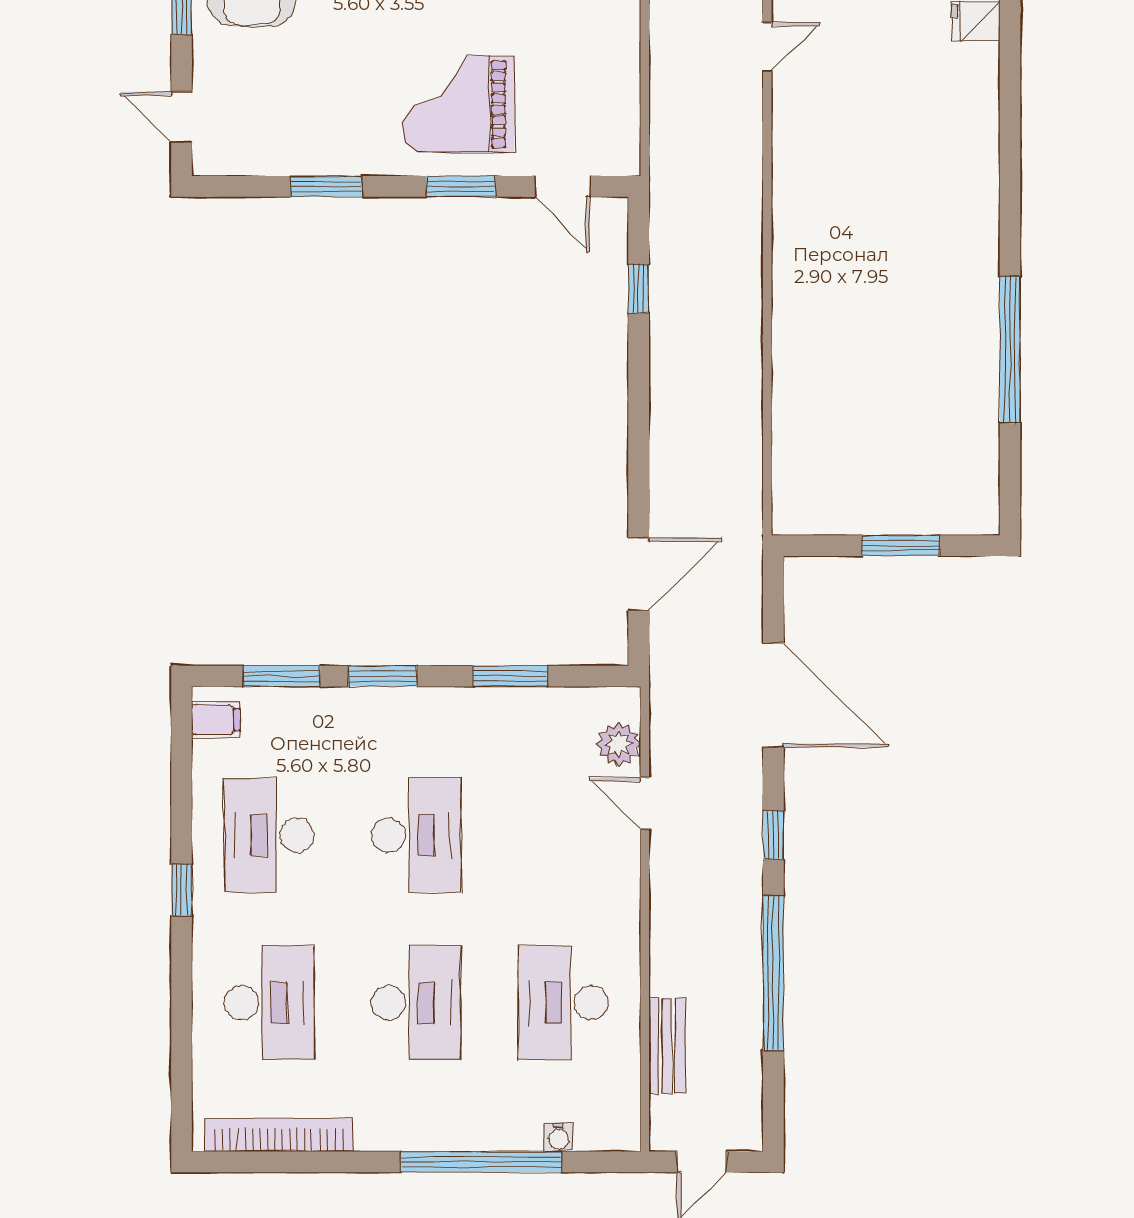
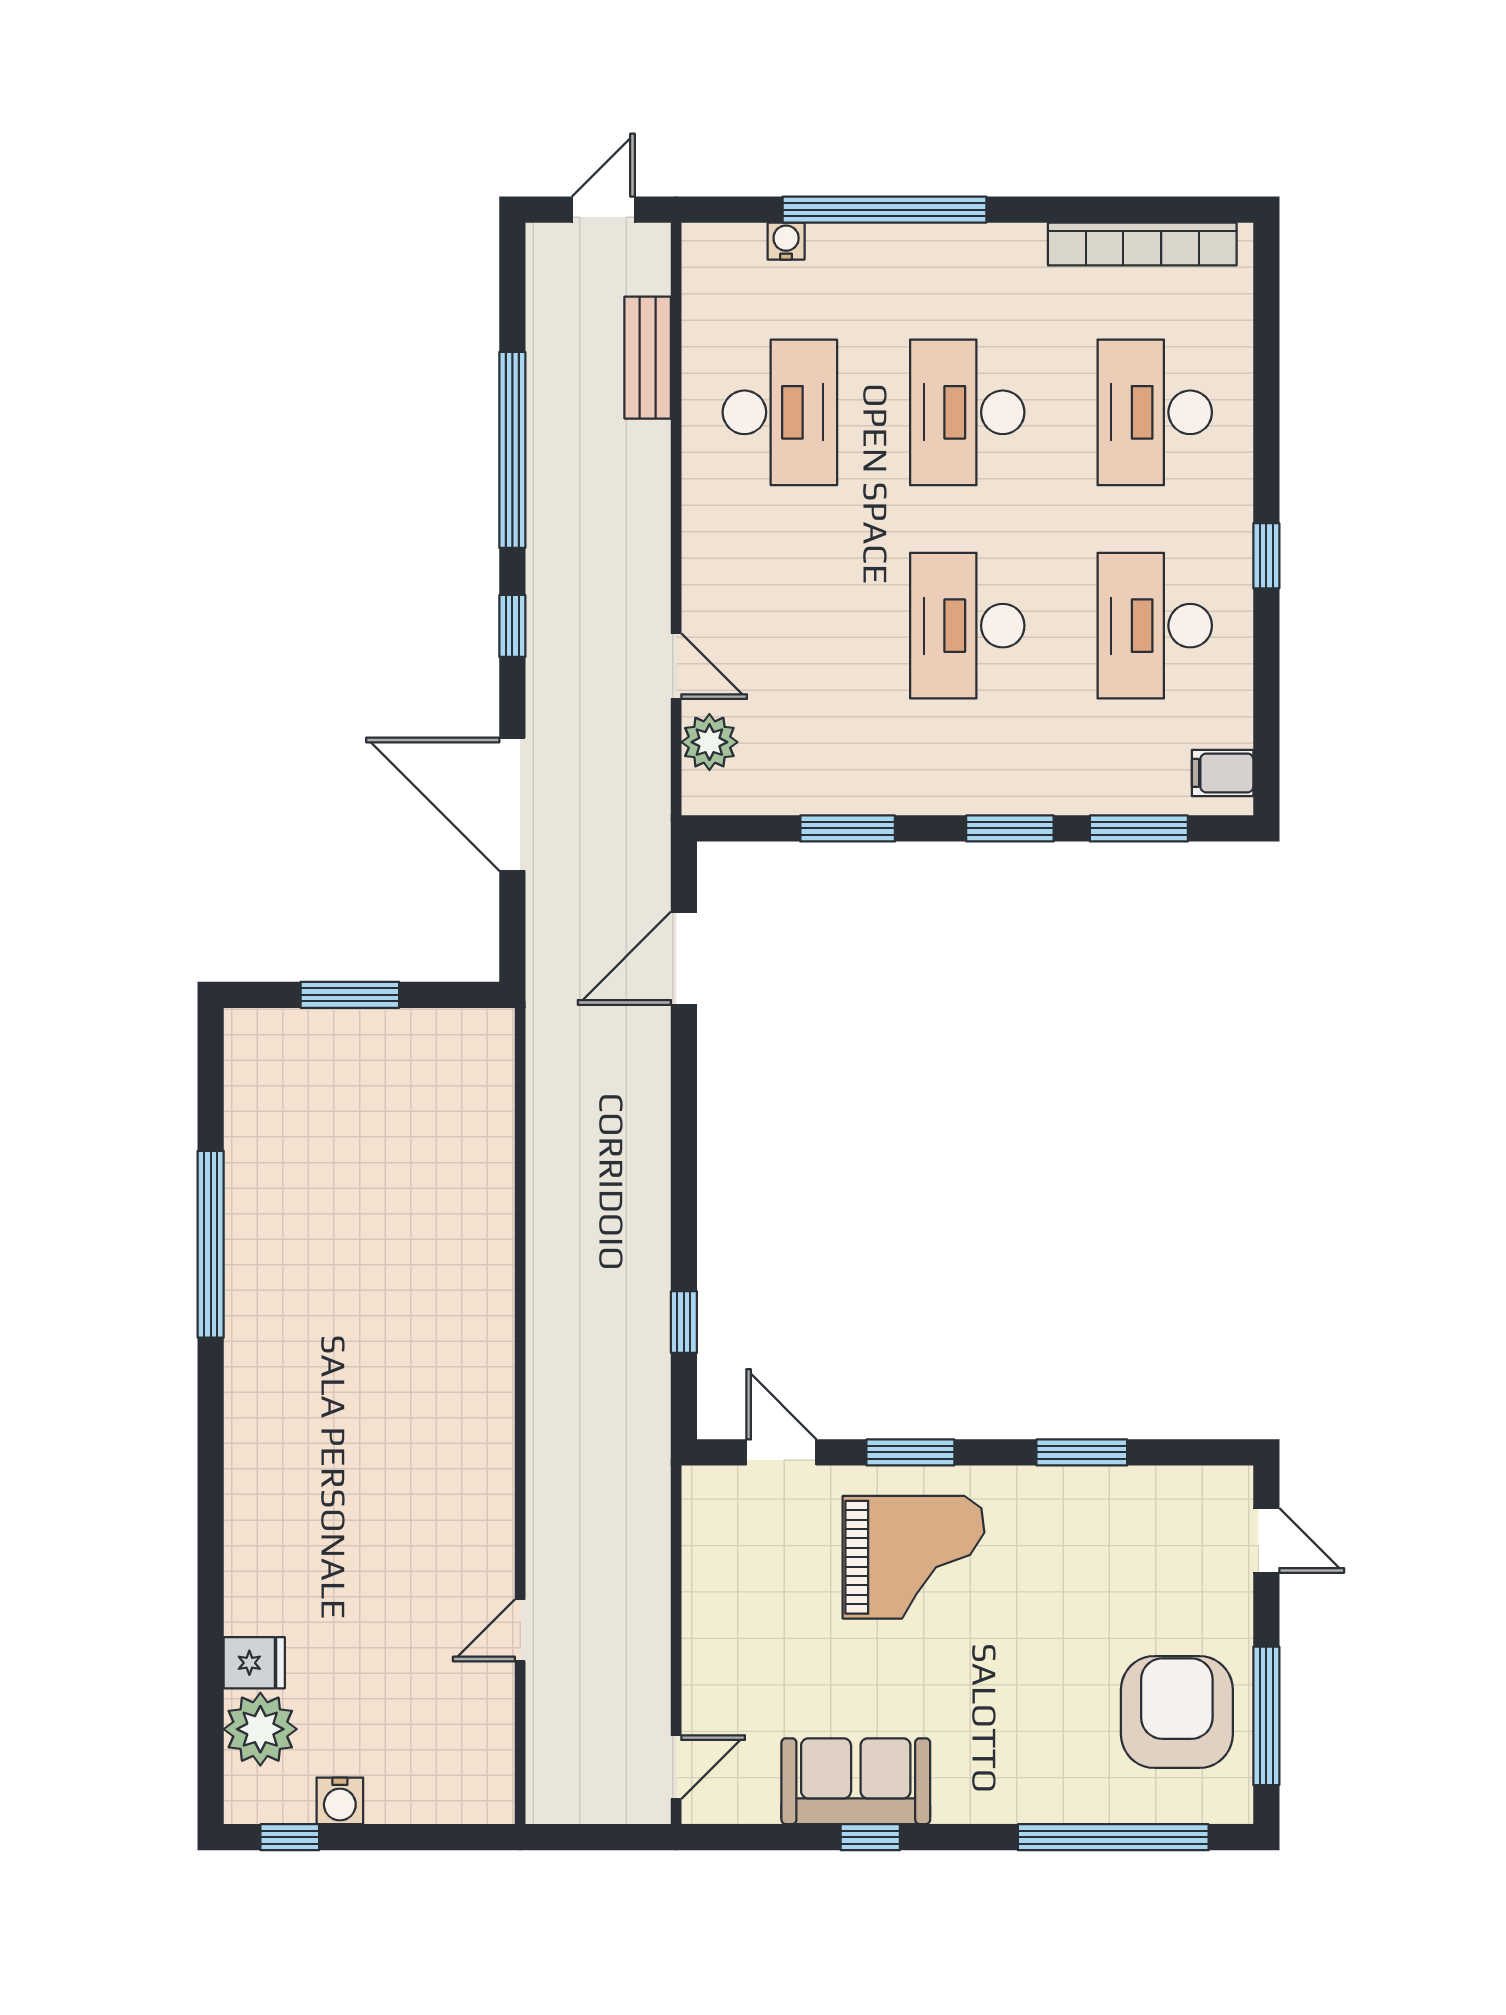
desk: (269, 835) -> (1155, 626), turned 180

